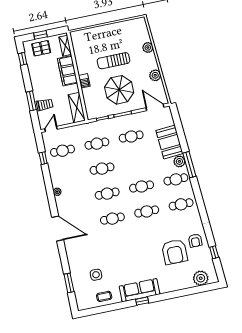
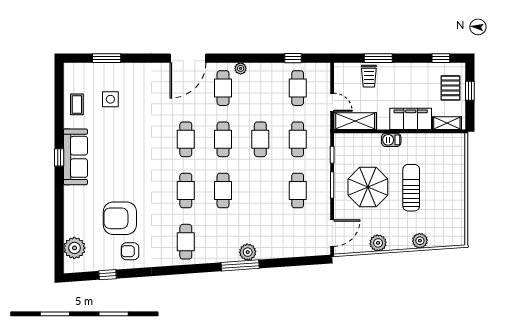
door: (51, 129) -> (332, 102), moved
booth: (169, 142) -> (278, 244), removed
cafe table: (176, 179) -> (223, 88), moved

